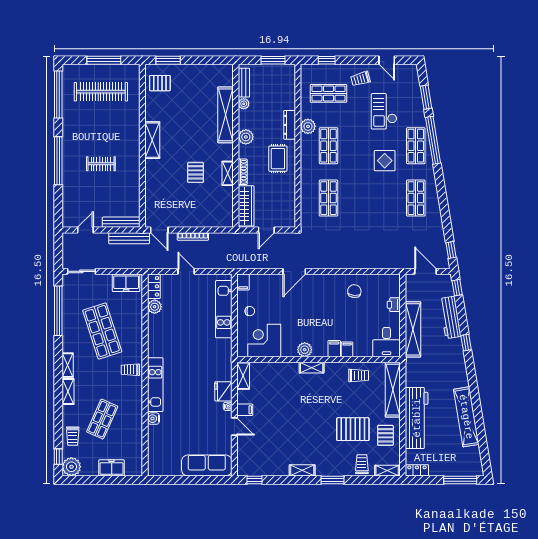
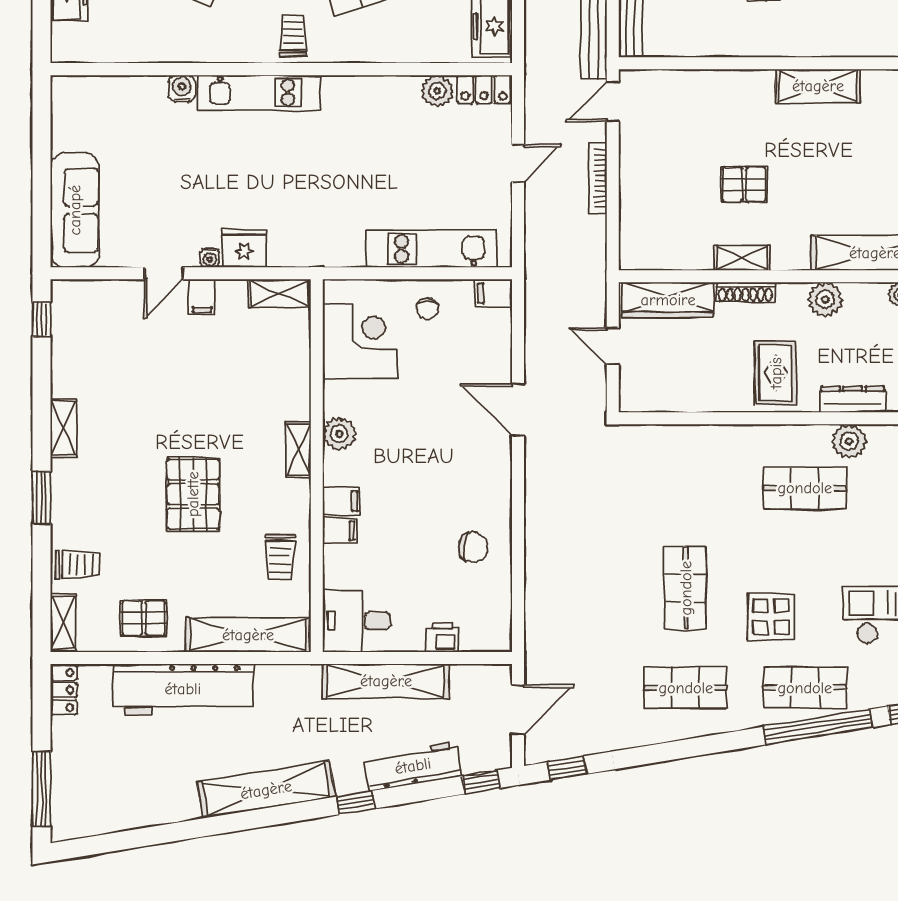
rug: (278, 159) -> (776, 373), turned 90
shop shelf: (328, 198) -> (686, 588), moved, turned 90
shelving: (466, 417) -> (266, 790), moved
pallet: (353, 429) -> (193, 494), moved

